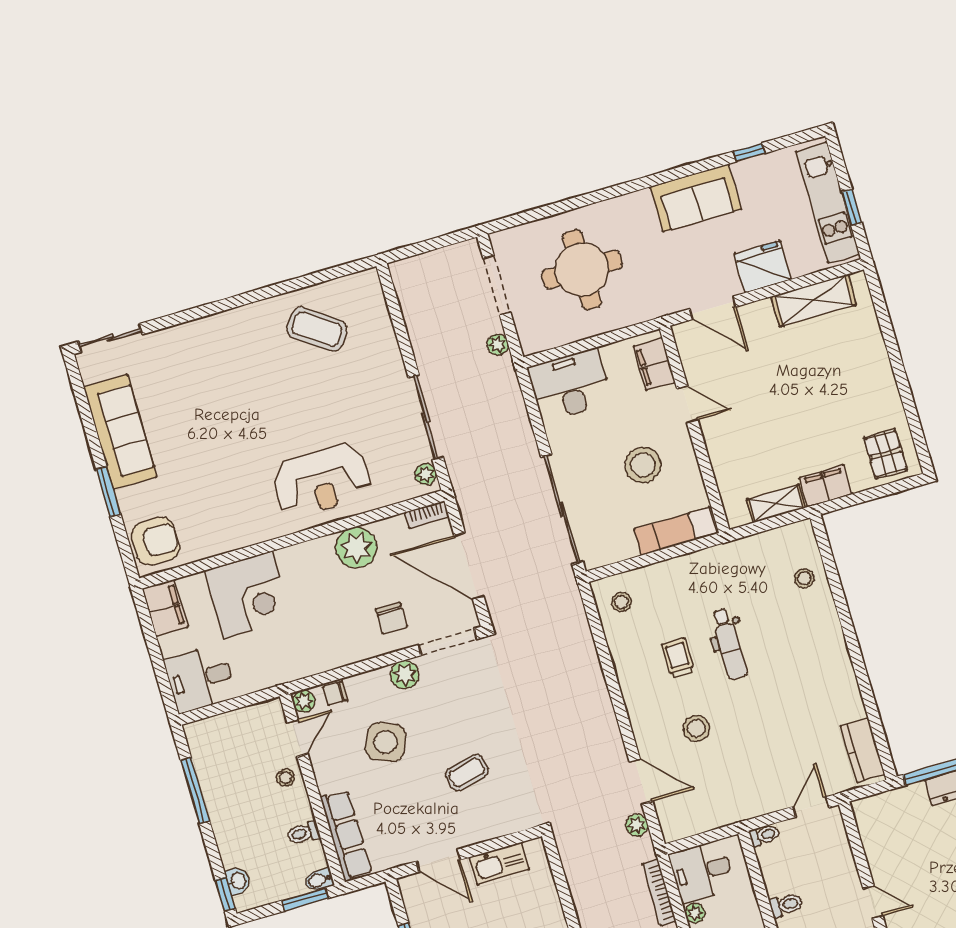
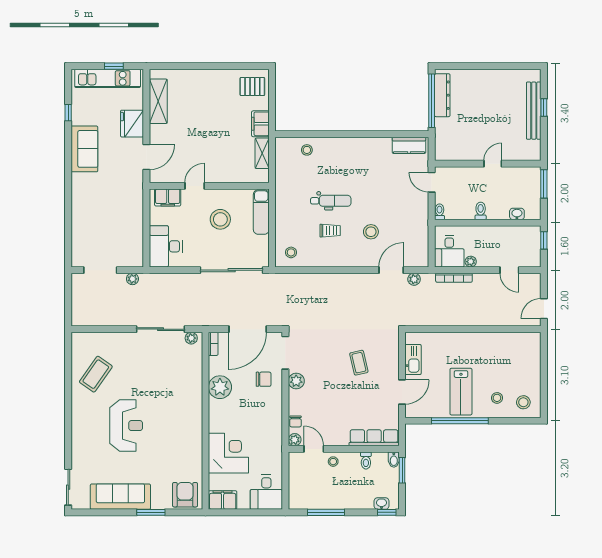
round table: (582, 270) -> (105, 222), removed
reception desk: (322, 480) -> (126, 426), moved
trolley: (678, 658) -> (330, 231), turned 180
side table: (386, 742) -> (330, 402), removed

